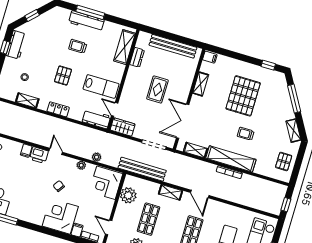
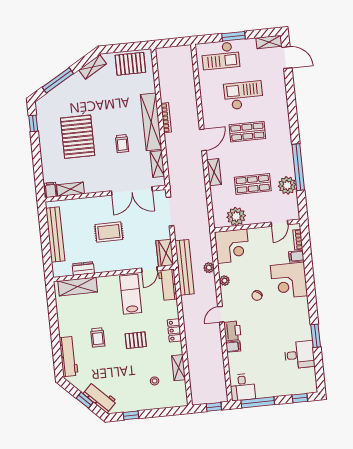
window: (90, 12) -> (55, 339), removed
workbench: (86, 21) -> (69, 356), moved
workbench: (16, 45) -> (100, 397), moved, turned 45
shelving: (201, 84) -> (70, 189), moved
pallet: (243, 96) -> (78, 137), turned 90
trolley: (246, 134) -> (122, 144), moved
pallet: (284, 161) -> (130, 64), width x1.50, depth x1.42
bench: (142, 169) -> (185, 267), moved
window: (286, 205) -> (176, 42), removed

